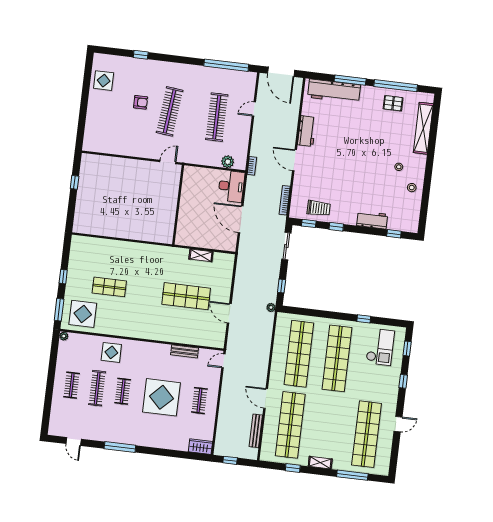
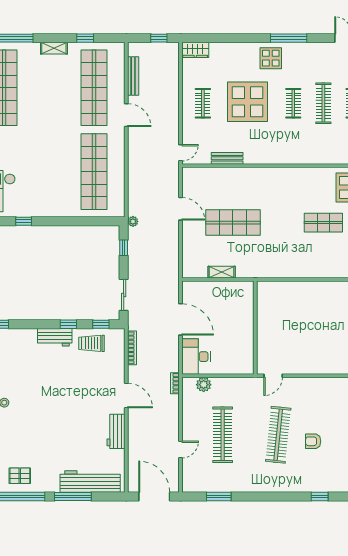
window: (226, 65) -> (219, 496), width x0.47
workbench: (372, 220) -> (55, 337), moved
display table: (111, 352) -> (271, 58), moved
shop shelf: (337, 358) -> (49, 172), removed

